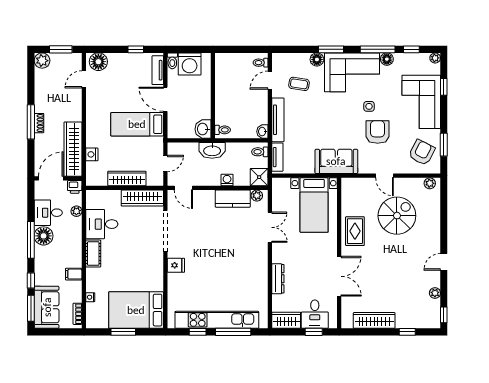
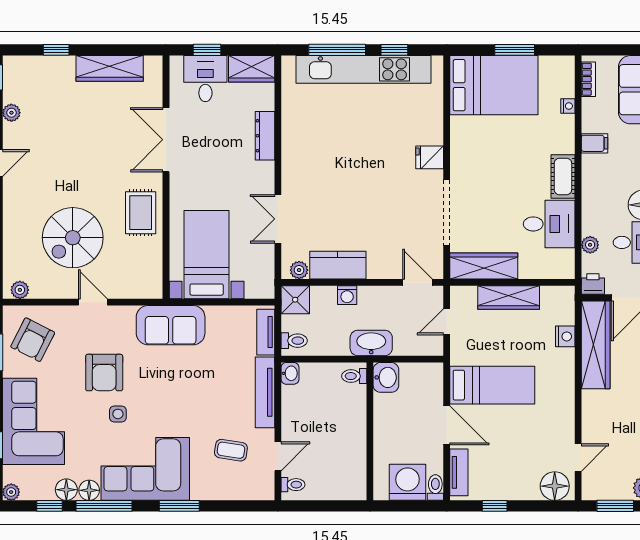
floor lamp: (317, 59) -> (66, 490), moved

